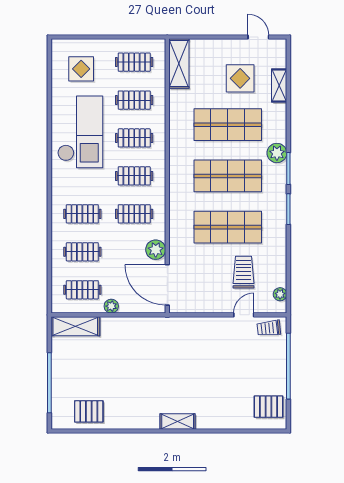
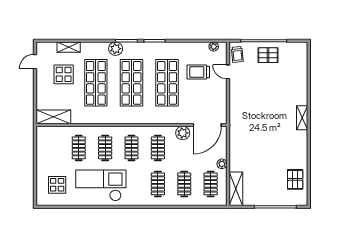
clothes rail: (134, 62) -> (52, 148), removed
pallet: (268, 407) -> (268, 55), moved, turned 90

